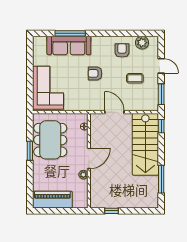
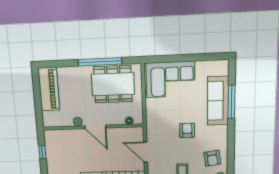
armchair: (122, 50) -> (212, 158), turned 82
door: (114, 112) -> (146, 152), swing flipped
window: (30, 151) -> (100, 62), width x2.11

